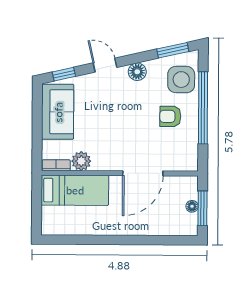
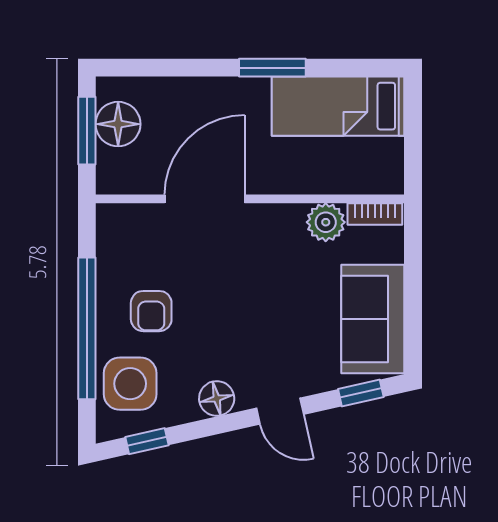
window: (173, 50) -> (147, 441), width x0.67
armchair: (170, 116) -> (151, 311), turned 90
bed: (75, 190) -> (338, 106), moved
floor lamp: (192, 206) -> (118, 124), width x1.89, depth x1.89
window: (108, 240) -> (272, 68), added

